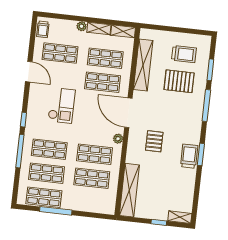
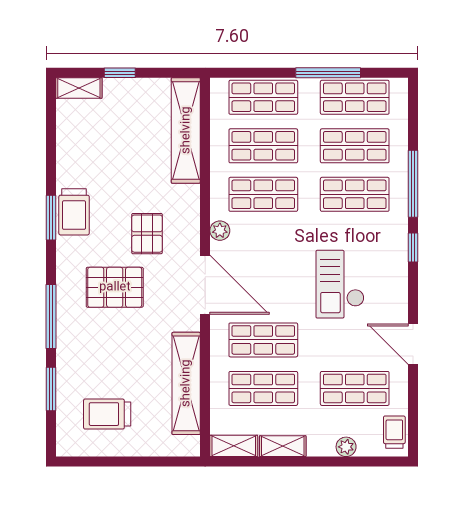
plant: (82, 26) -> (346, 447), moved
pallet: (179, 81) -> (115, 287), moved
shop shelf: (89, 202) -> (263, 97), added

